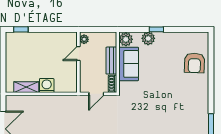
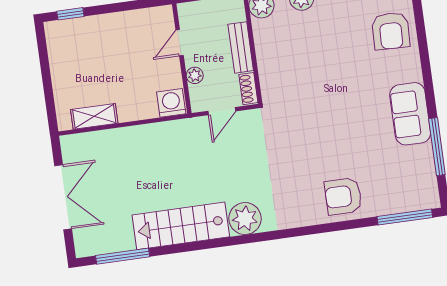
plant: (84, 39) -> (195, 75), moved
sofa: (129, 64) -> (410, 114), moved, turned 180
washing machine: (47, 86) -> (171, 103), moved

